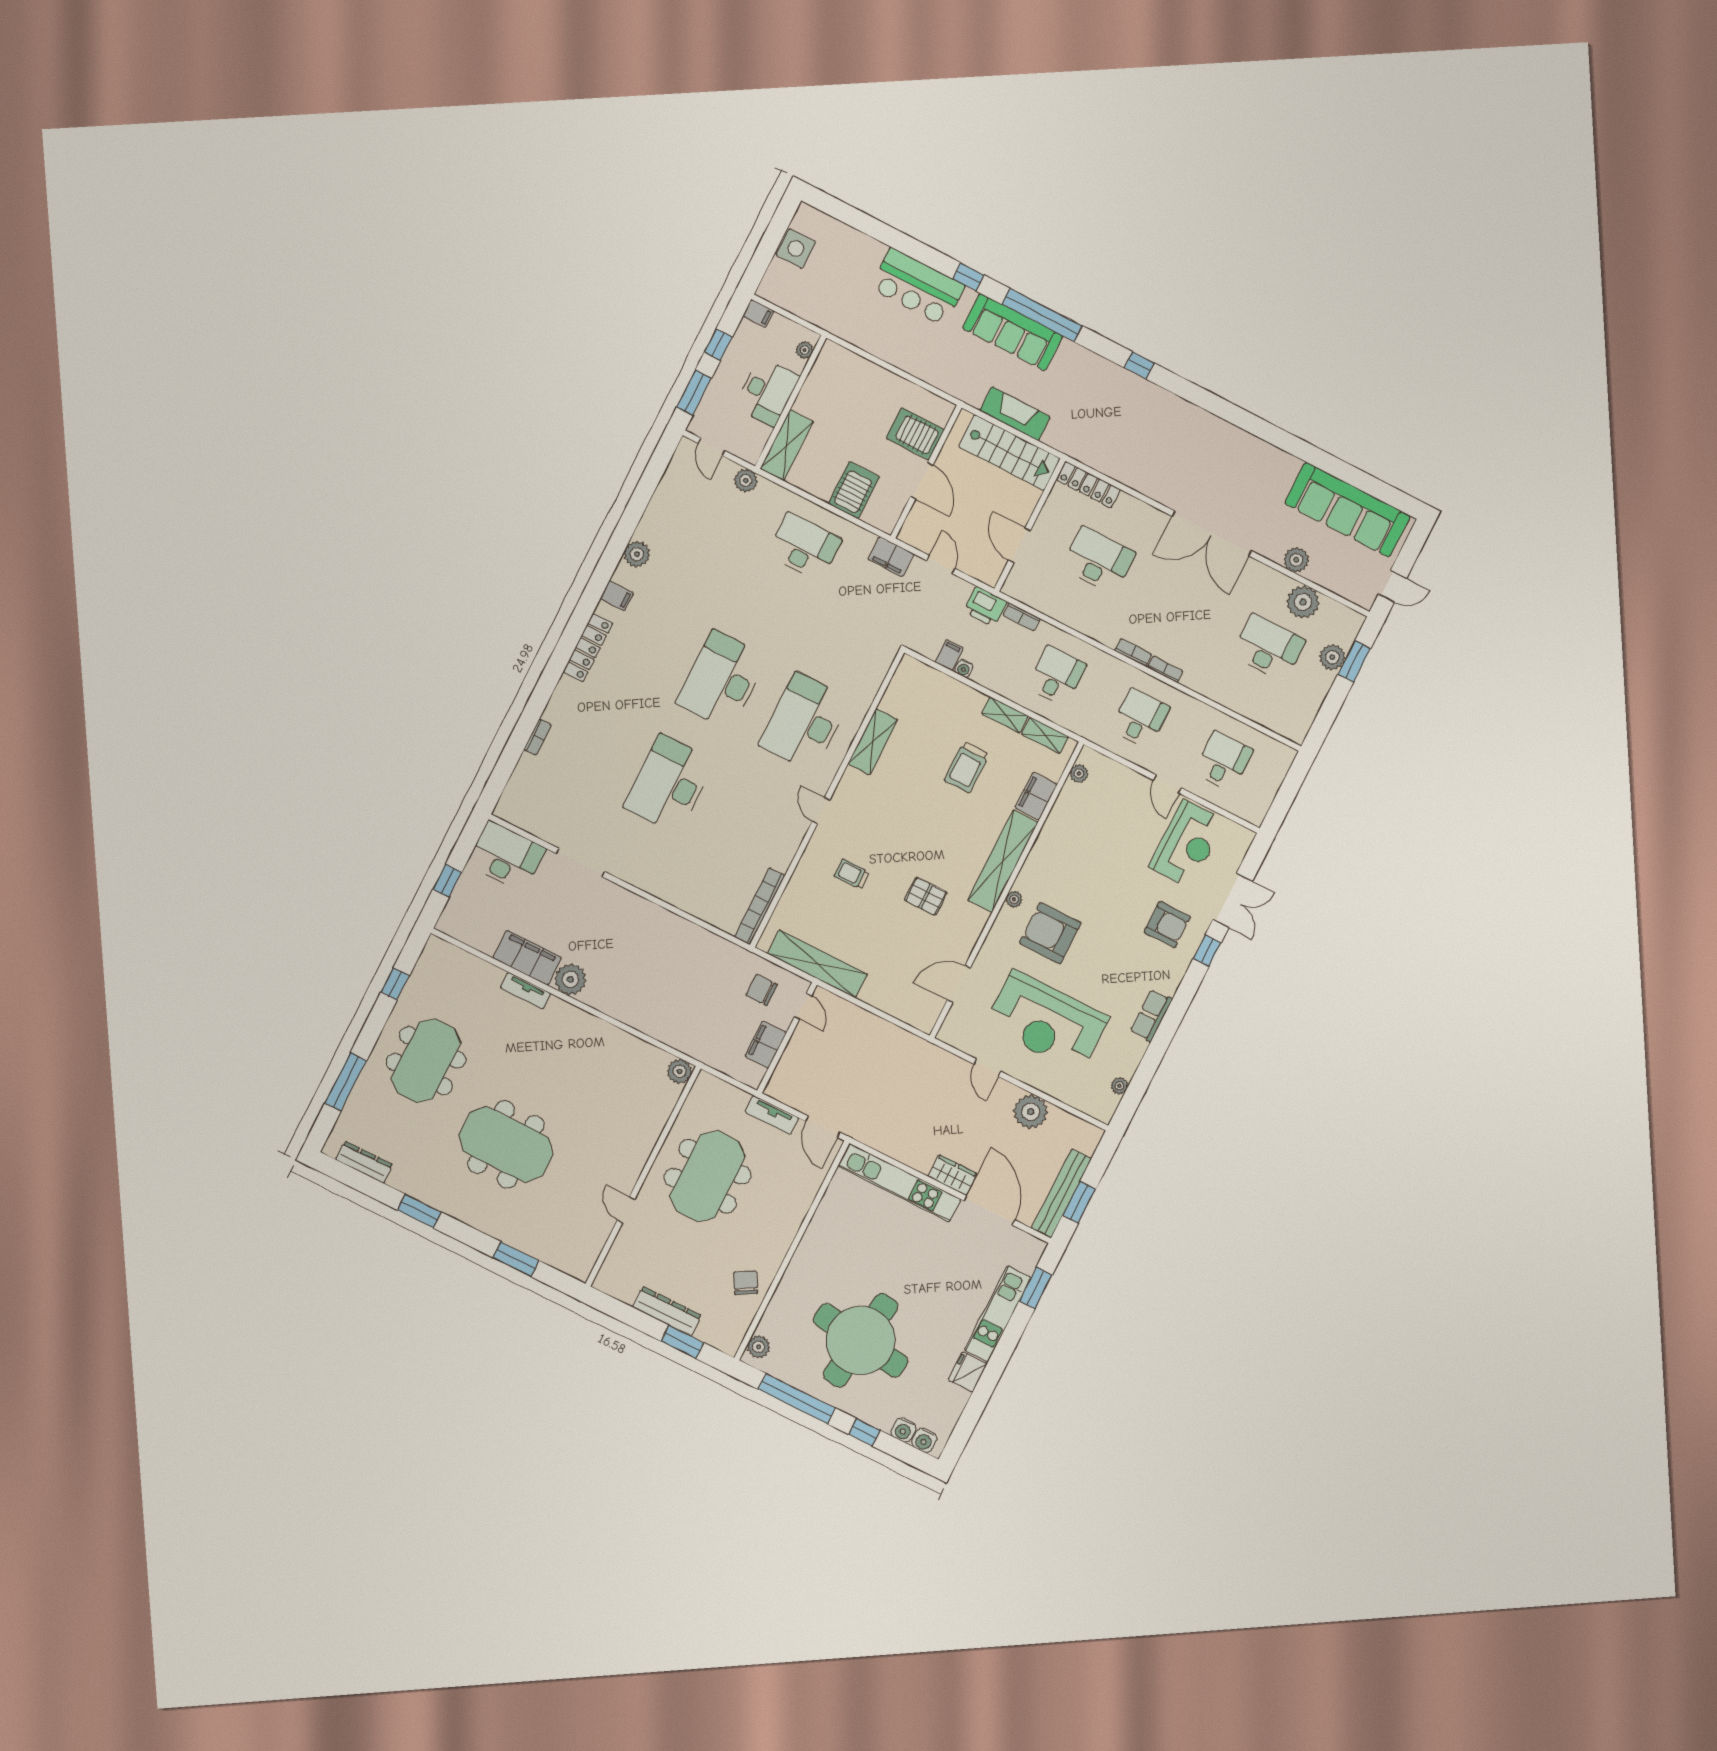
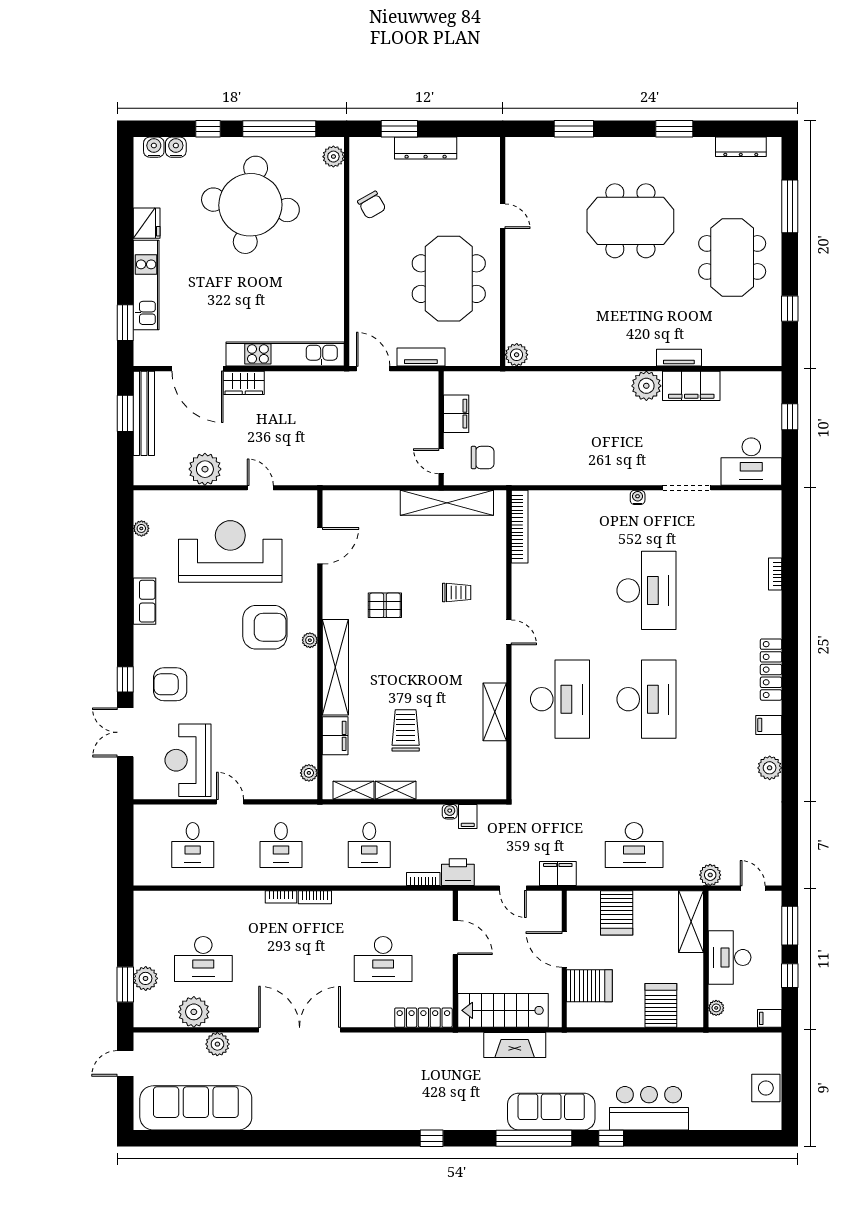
server rack: (856, 380) -> (661, 1005), added
water cooler: (633, 877) -> (638, 497), added

